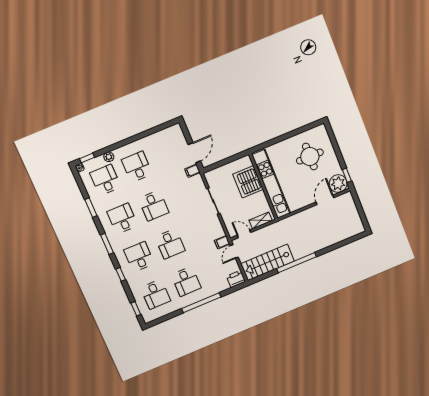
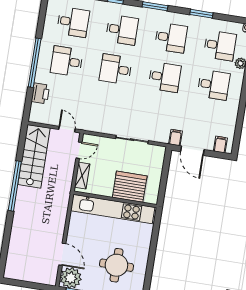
desk: (154, 206) -> (165, 77), turned 180
filing cabinet: (222, 242) -> (220, 145), moved
printer: (236, 279) -> (40, 93), moved
desk: (155, 294) -> (73, 22), turned 180

